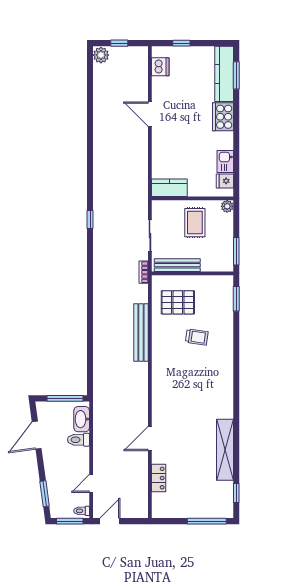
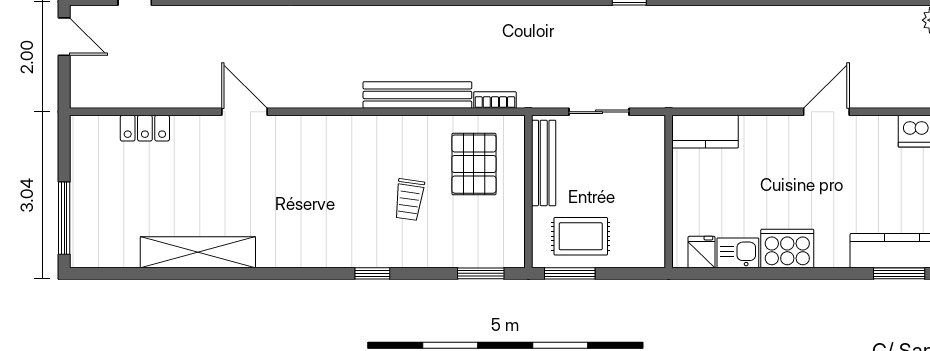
cooker: (223, 117) -> (787, 249), moved
kitchen counter: (169, 188) -> (705, 132), moved, turned 90
plant: (227, 206) -> (654, 256), removed
rug: (195, 223) -> (581, 236), moved
bookcase: (144, 272) -> (495, 100), moved
door: (150, 438) -> (244, 112), moved
window: (236, 493) -> (372, 273), moved

